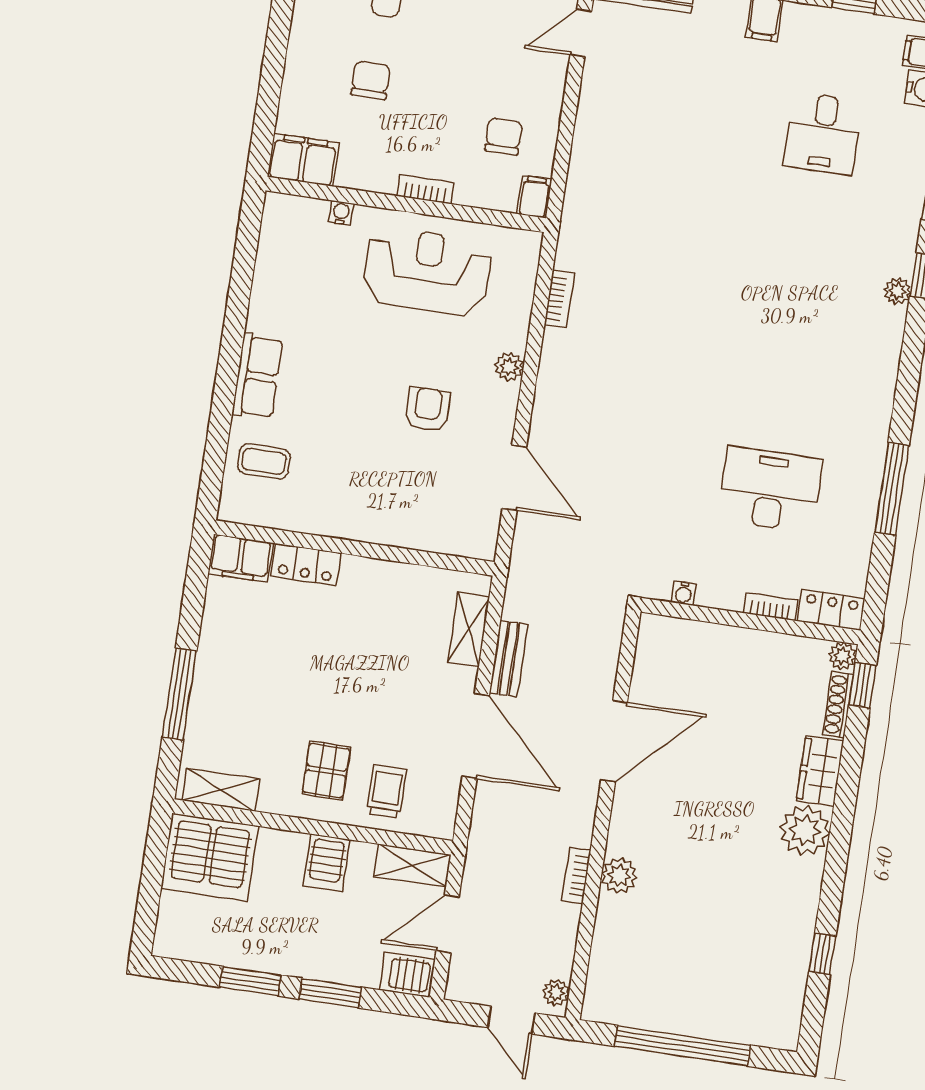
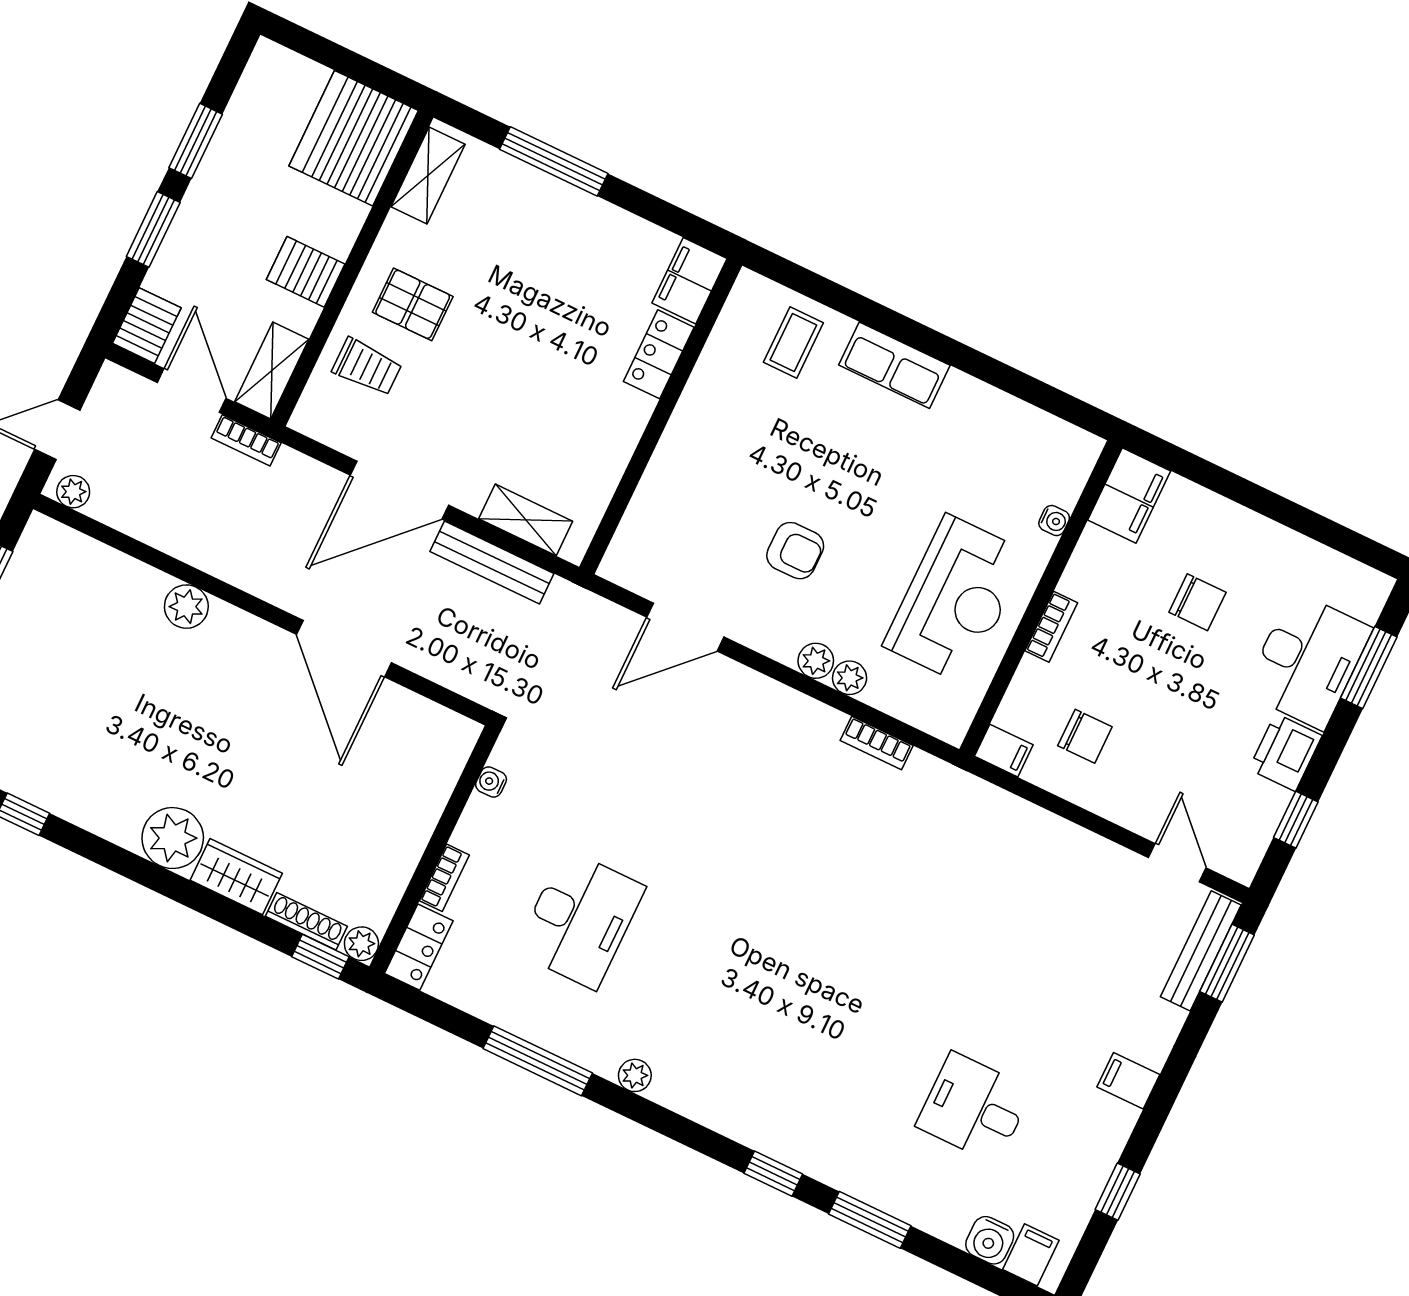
plant: (897, 291) -> (635, 1075), moved
plant: (515, 336) -> (850, 678), added
bench: (508, 659) -> (492, 563), width x1.36
bookcase: (576, 876) -> (246, 440), moved, turned 180

